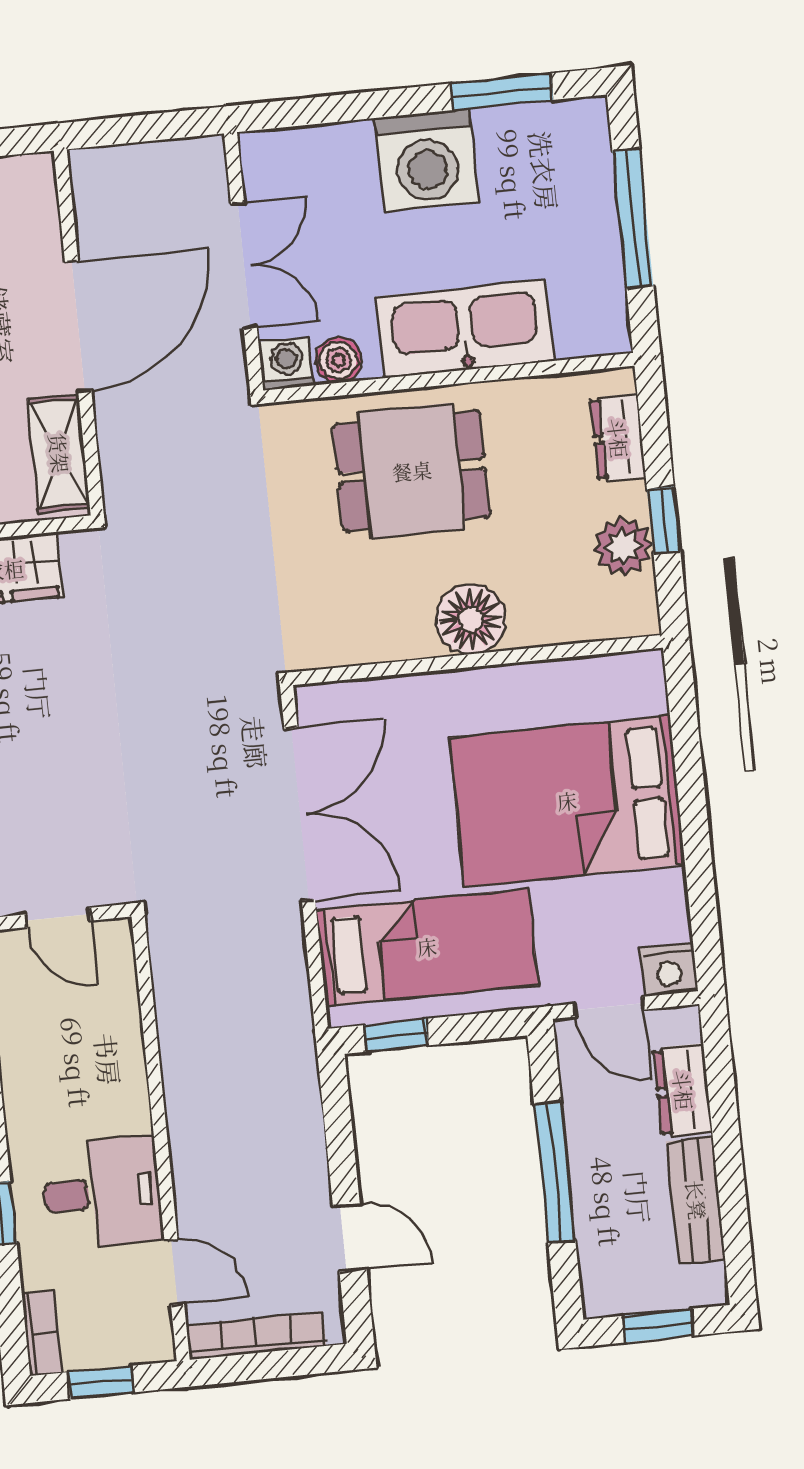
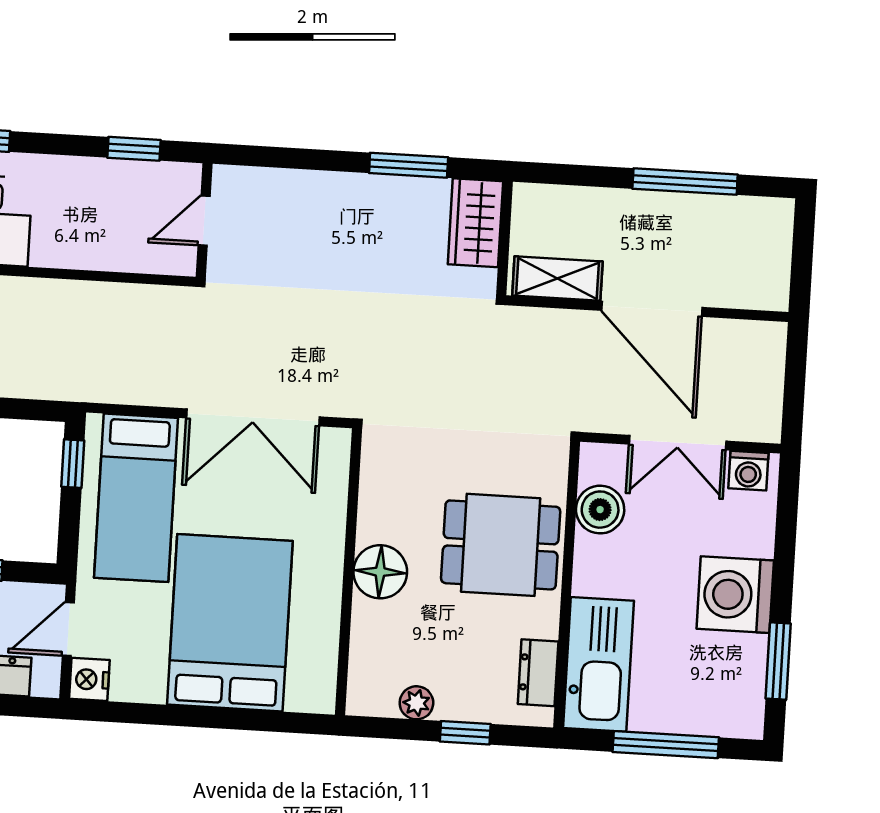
kitchen sink: (465, 329) -> (598, 664), moved
boiler: (338, 360) -> (600, 510), width x1.36, depth x1.36
washing machine: (287, 364) -> (748, 471), moved, turned 90
dresser: (618, 438) -> (538, 673), moved, turned -90
dining table: (412, 471) -> (501, 545), turned 90
window: (664, 520) -> (465, 733), moved
plant: (623, 547) -> (416, 703), width x0.73, depth x0.73

